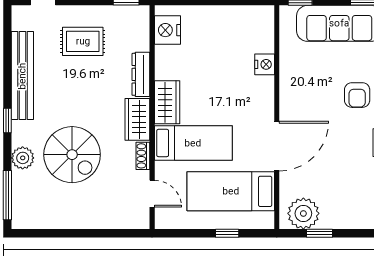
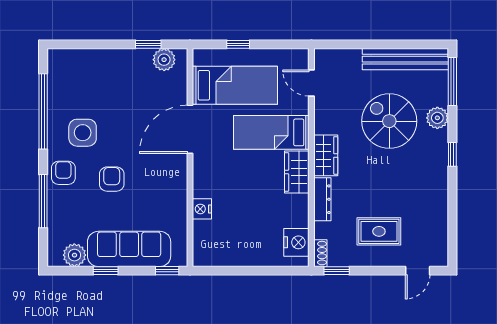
bench: (22, 76) -> (405, 59), moved, turned 90
shoe rack: (143, 156) -> (320, 253), moved
plant: (303, 213) -> (164, 60), width x0.73, depth x0.73

